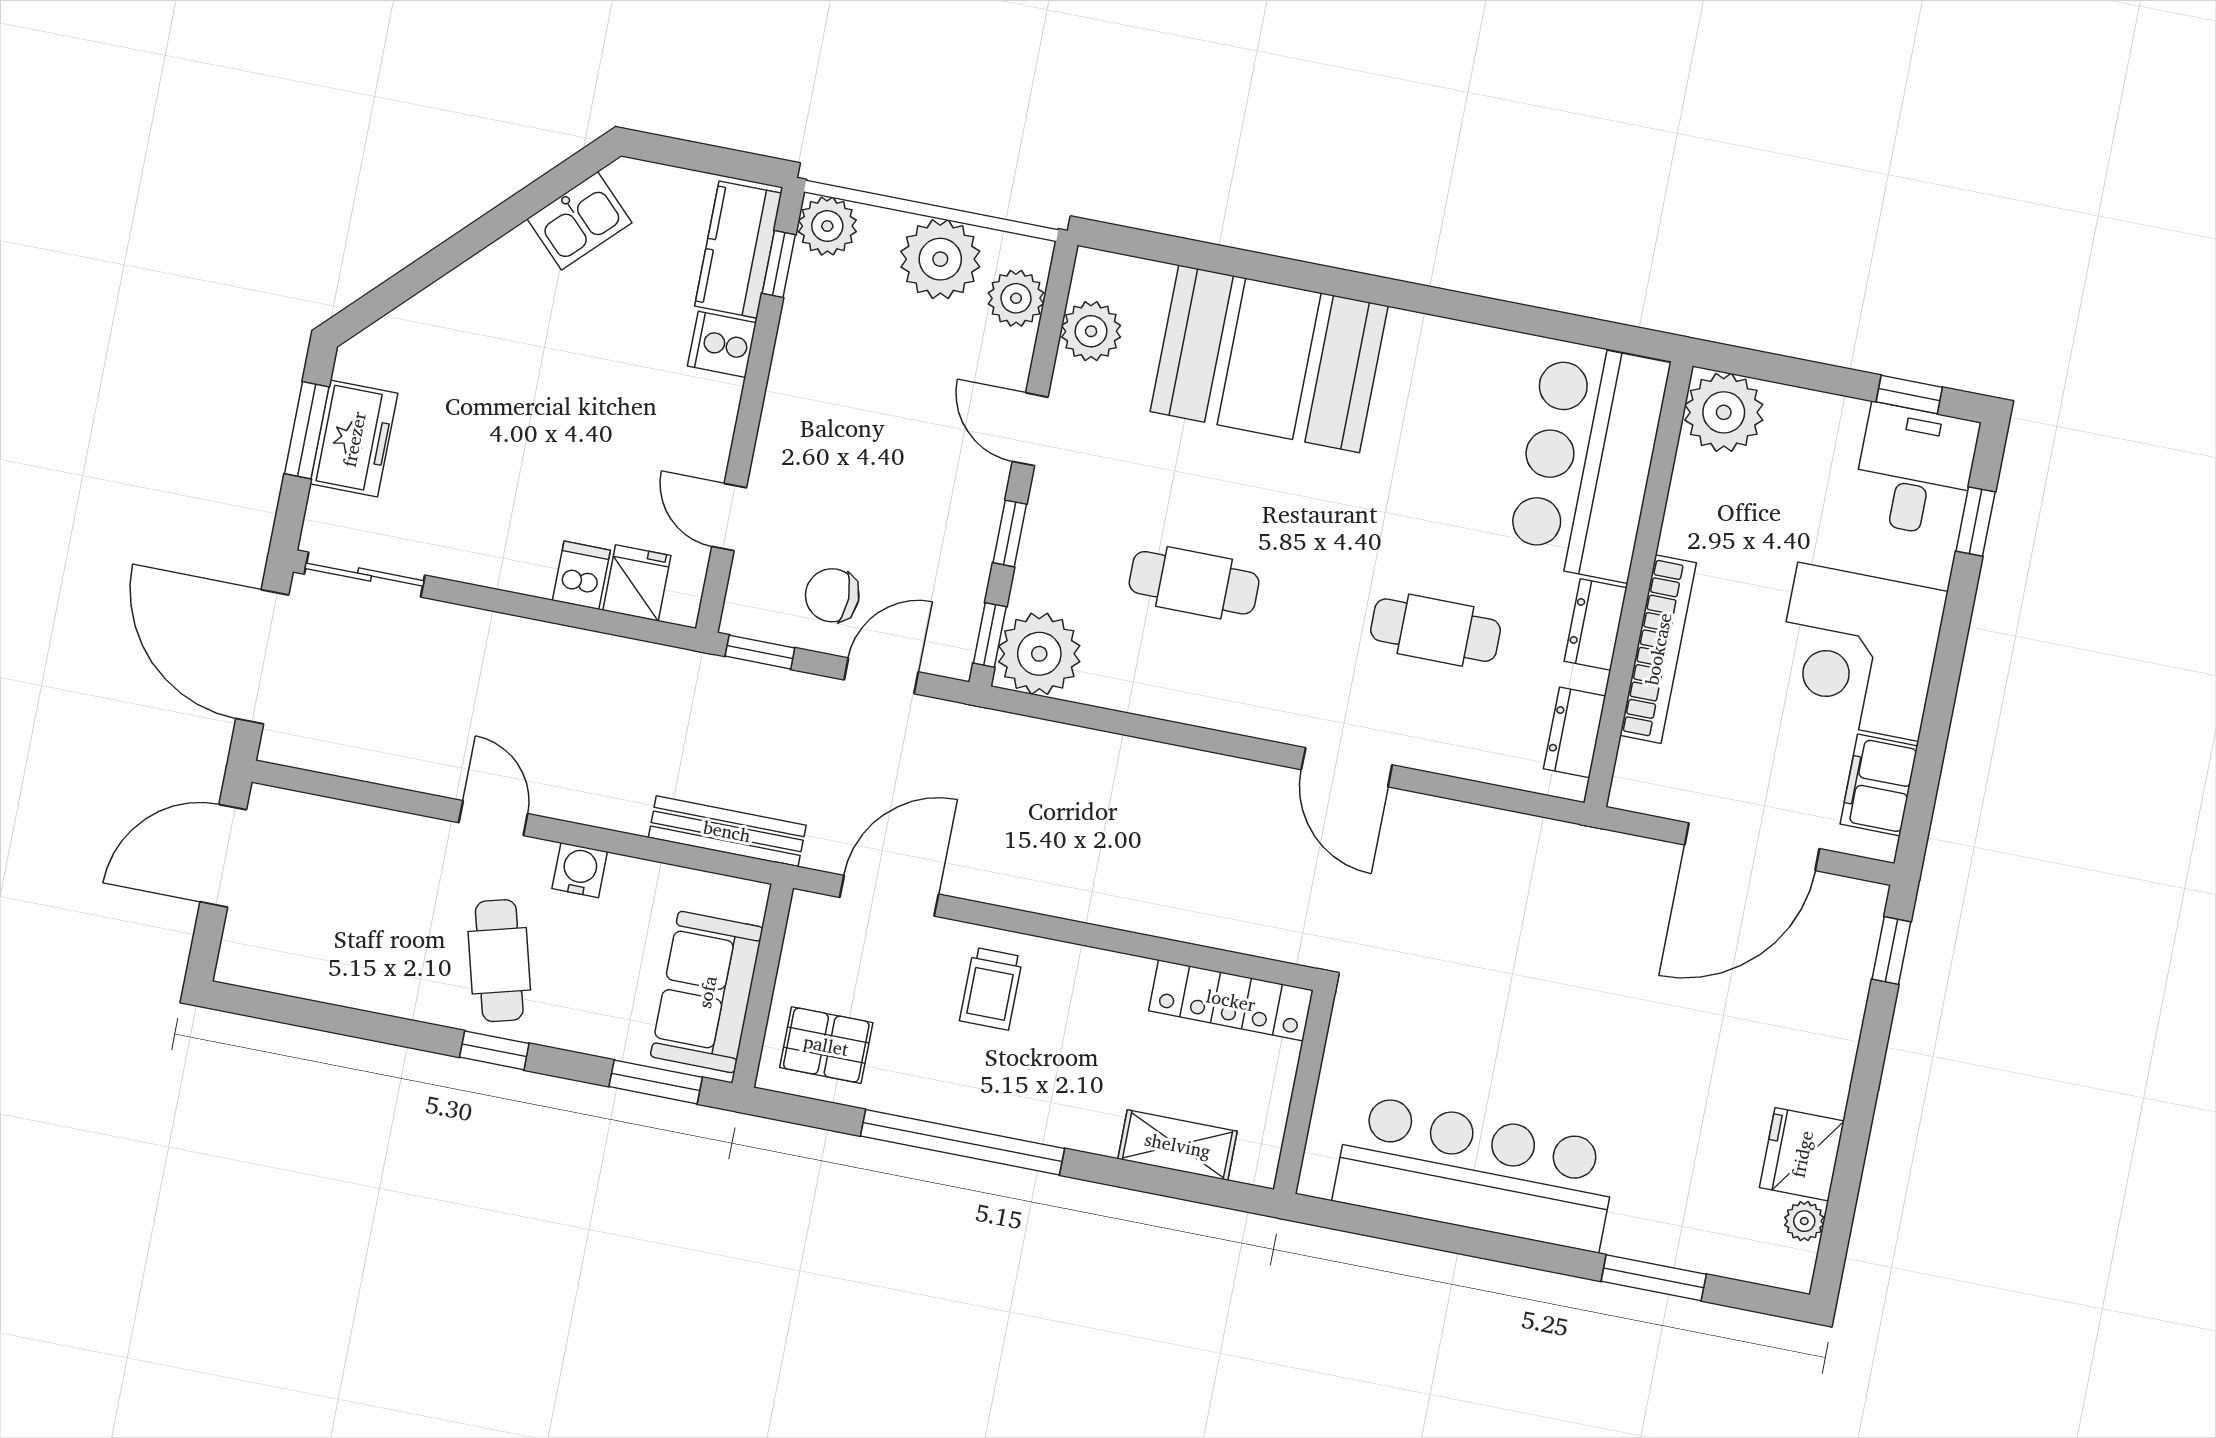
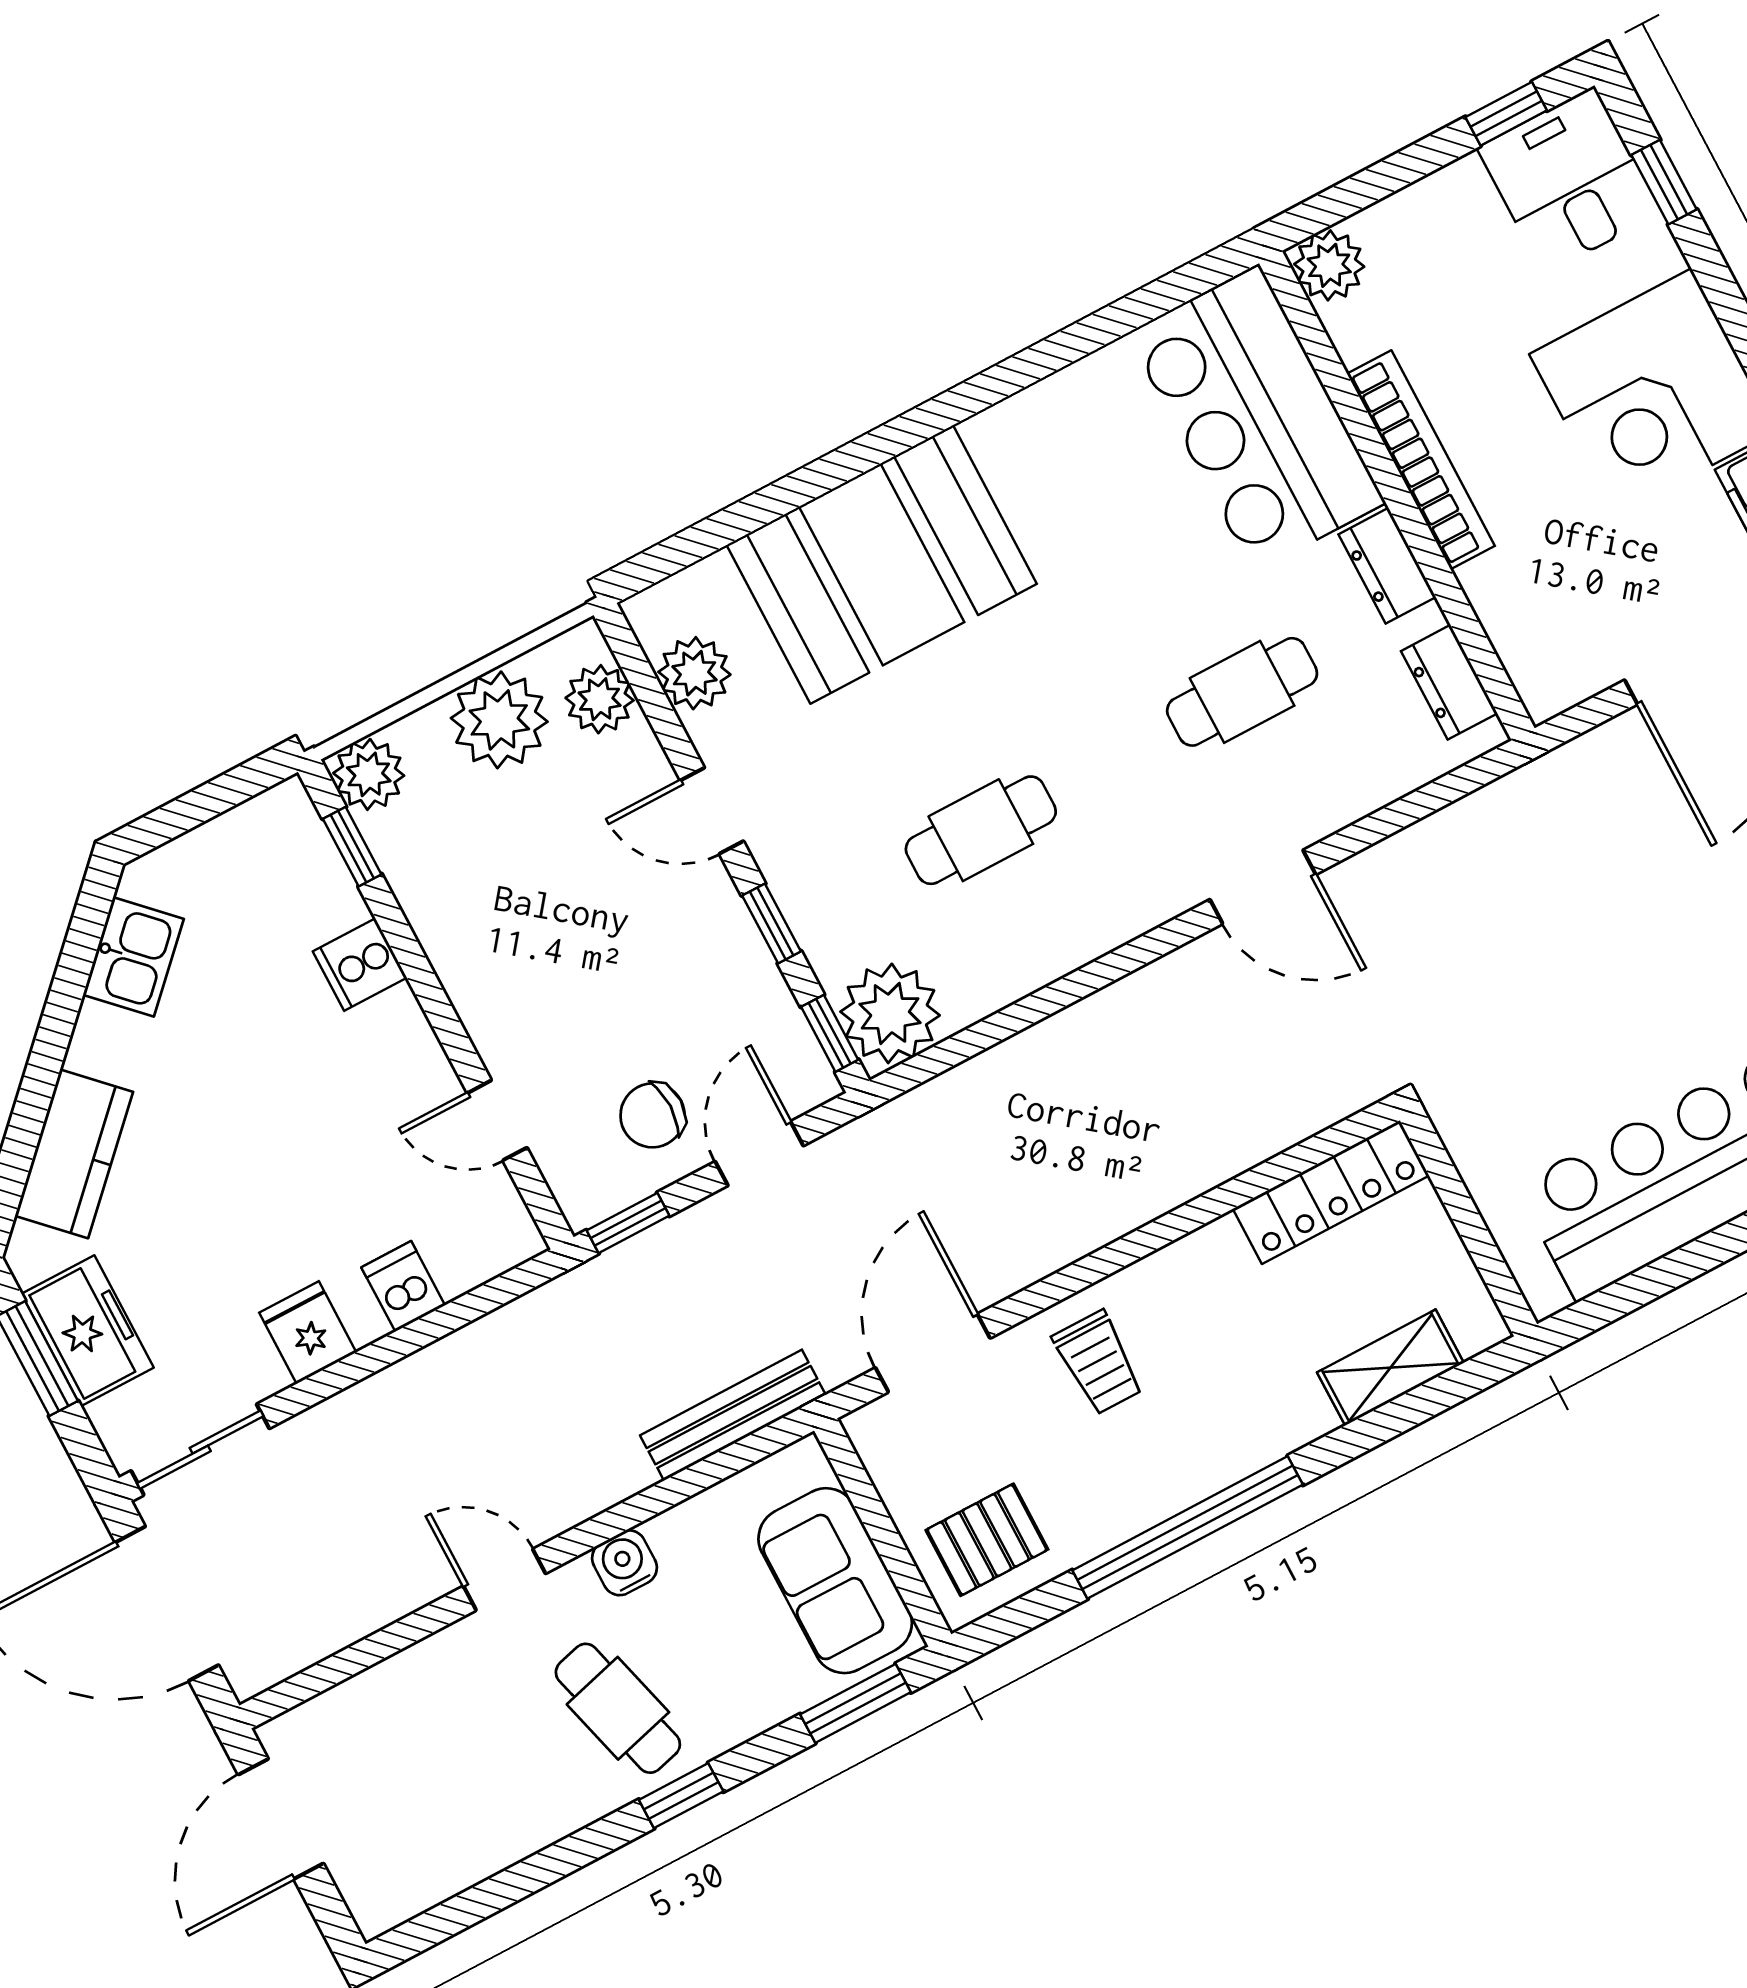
kitchen counter: (738, 250) -> (74, 1154), moved, turned -135
plant: (1724, 412) -> (1329, 265), width x0.73, depth x0.73
fridge: (637, 583) -> (308, 1332), moved
bookcase: (1658, 649) -> (1421, 460), moved

